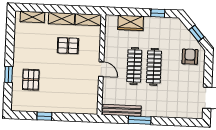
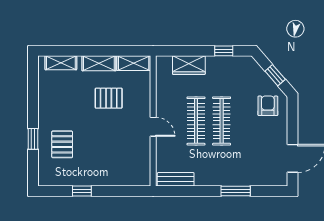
bench: (122, 110) -> (176, 179), width x0.73
window: (140, 120) -> (236, 191), moved

